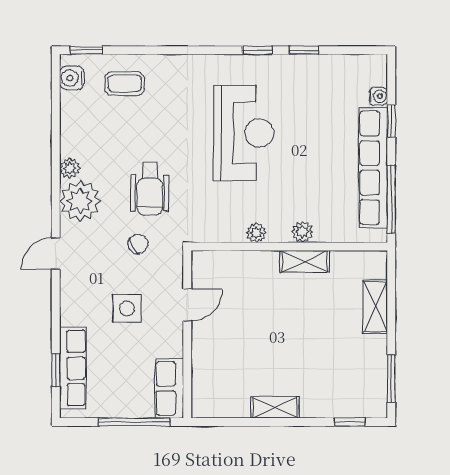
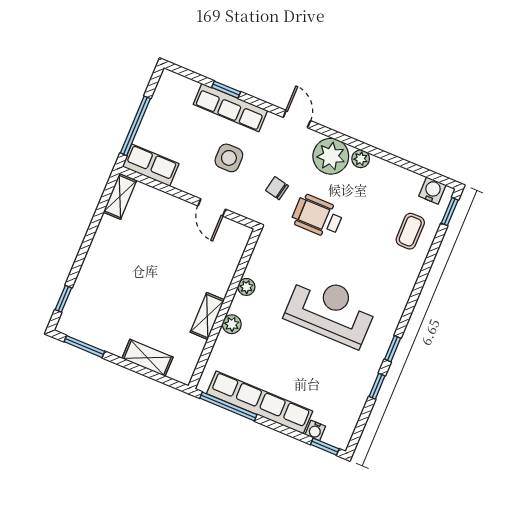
window: (391, 121) -> (325, 447), moved
reception desk: (244, 133) -> (331, 310), turned 180
chair: (138, 244) -> (277, 188), turned 132
row of seats: (73, 368) -> (230, 107), moved
window: (56, 370) -> (226, 90), moved
shelving: (275, 407) -> (120, 196), moved

